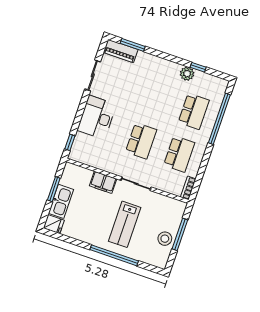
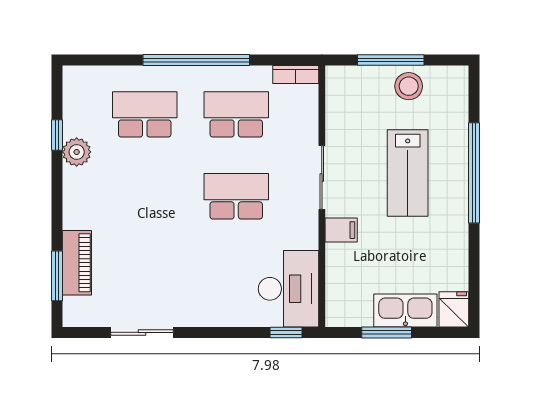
piano: (121, 51) -> (77, 263), moved
desk: (97, 117) -> (289, 289), moved, turned -90
window: (219, 119) -> (196, 60), moved
filing cabinet: (103, 182) -> (341, 230), width x0.50
lab bench: (125, 224) -> (408, 173), turned 90

